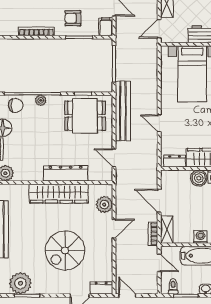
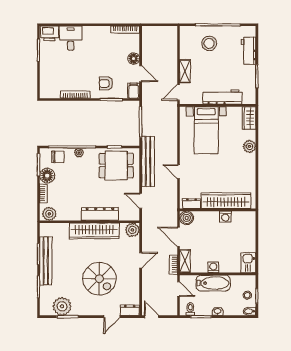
boiler: (199, 178) -> (187, 218), moved
plant: (104, 205) -> (132, 230), moved
spiral stairs: (65, 250) -> (99, 279), turned -90

